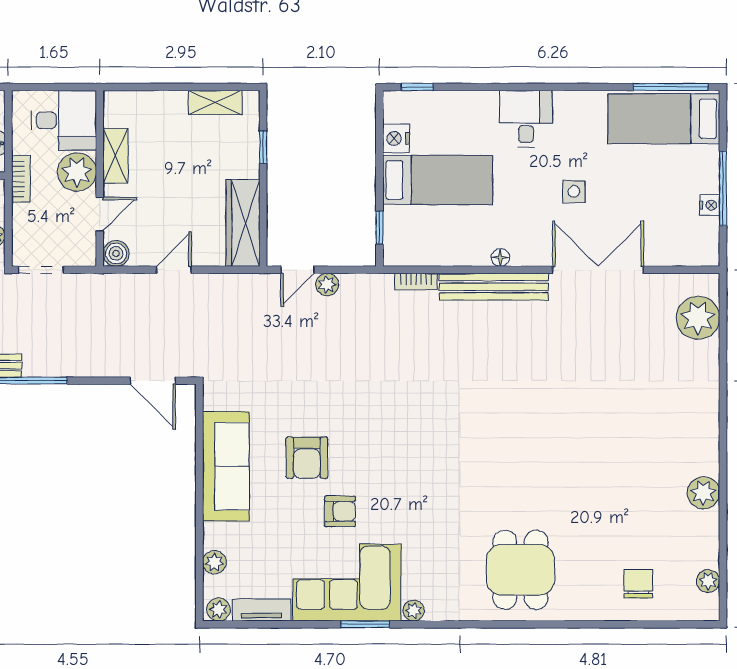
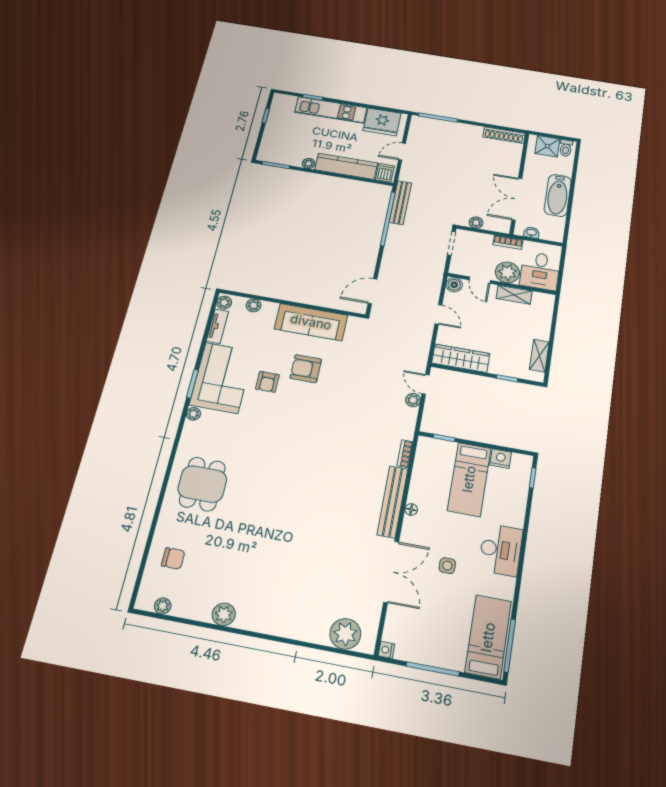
desk: (526, 119) -> (501, 550), width x1.37
nightstand: (710, 205) -> (386, 650), moved, turned 90
dining table: (520, 570) -> (202, 484), turned 90

